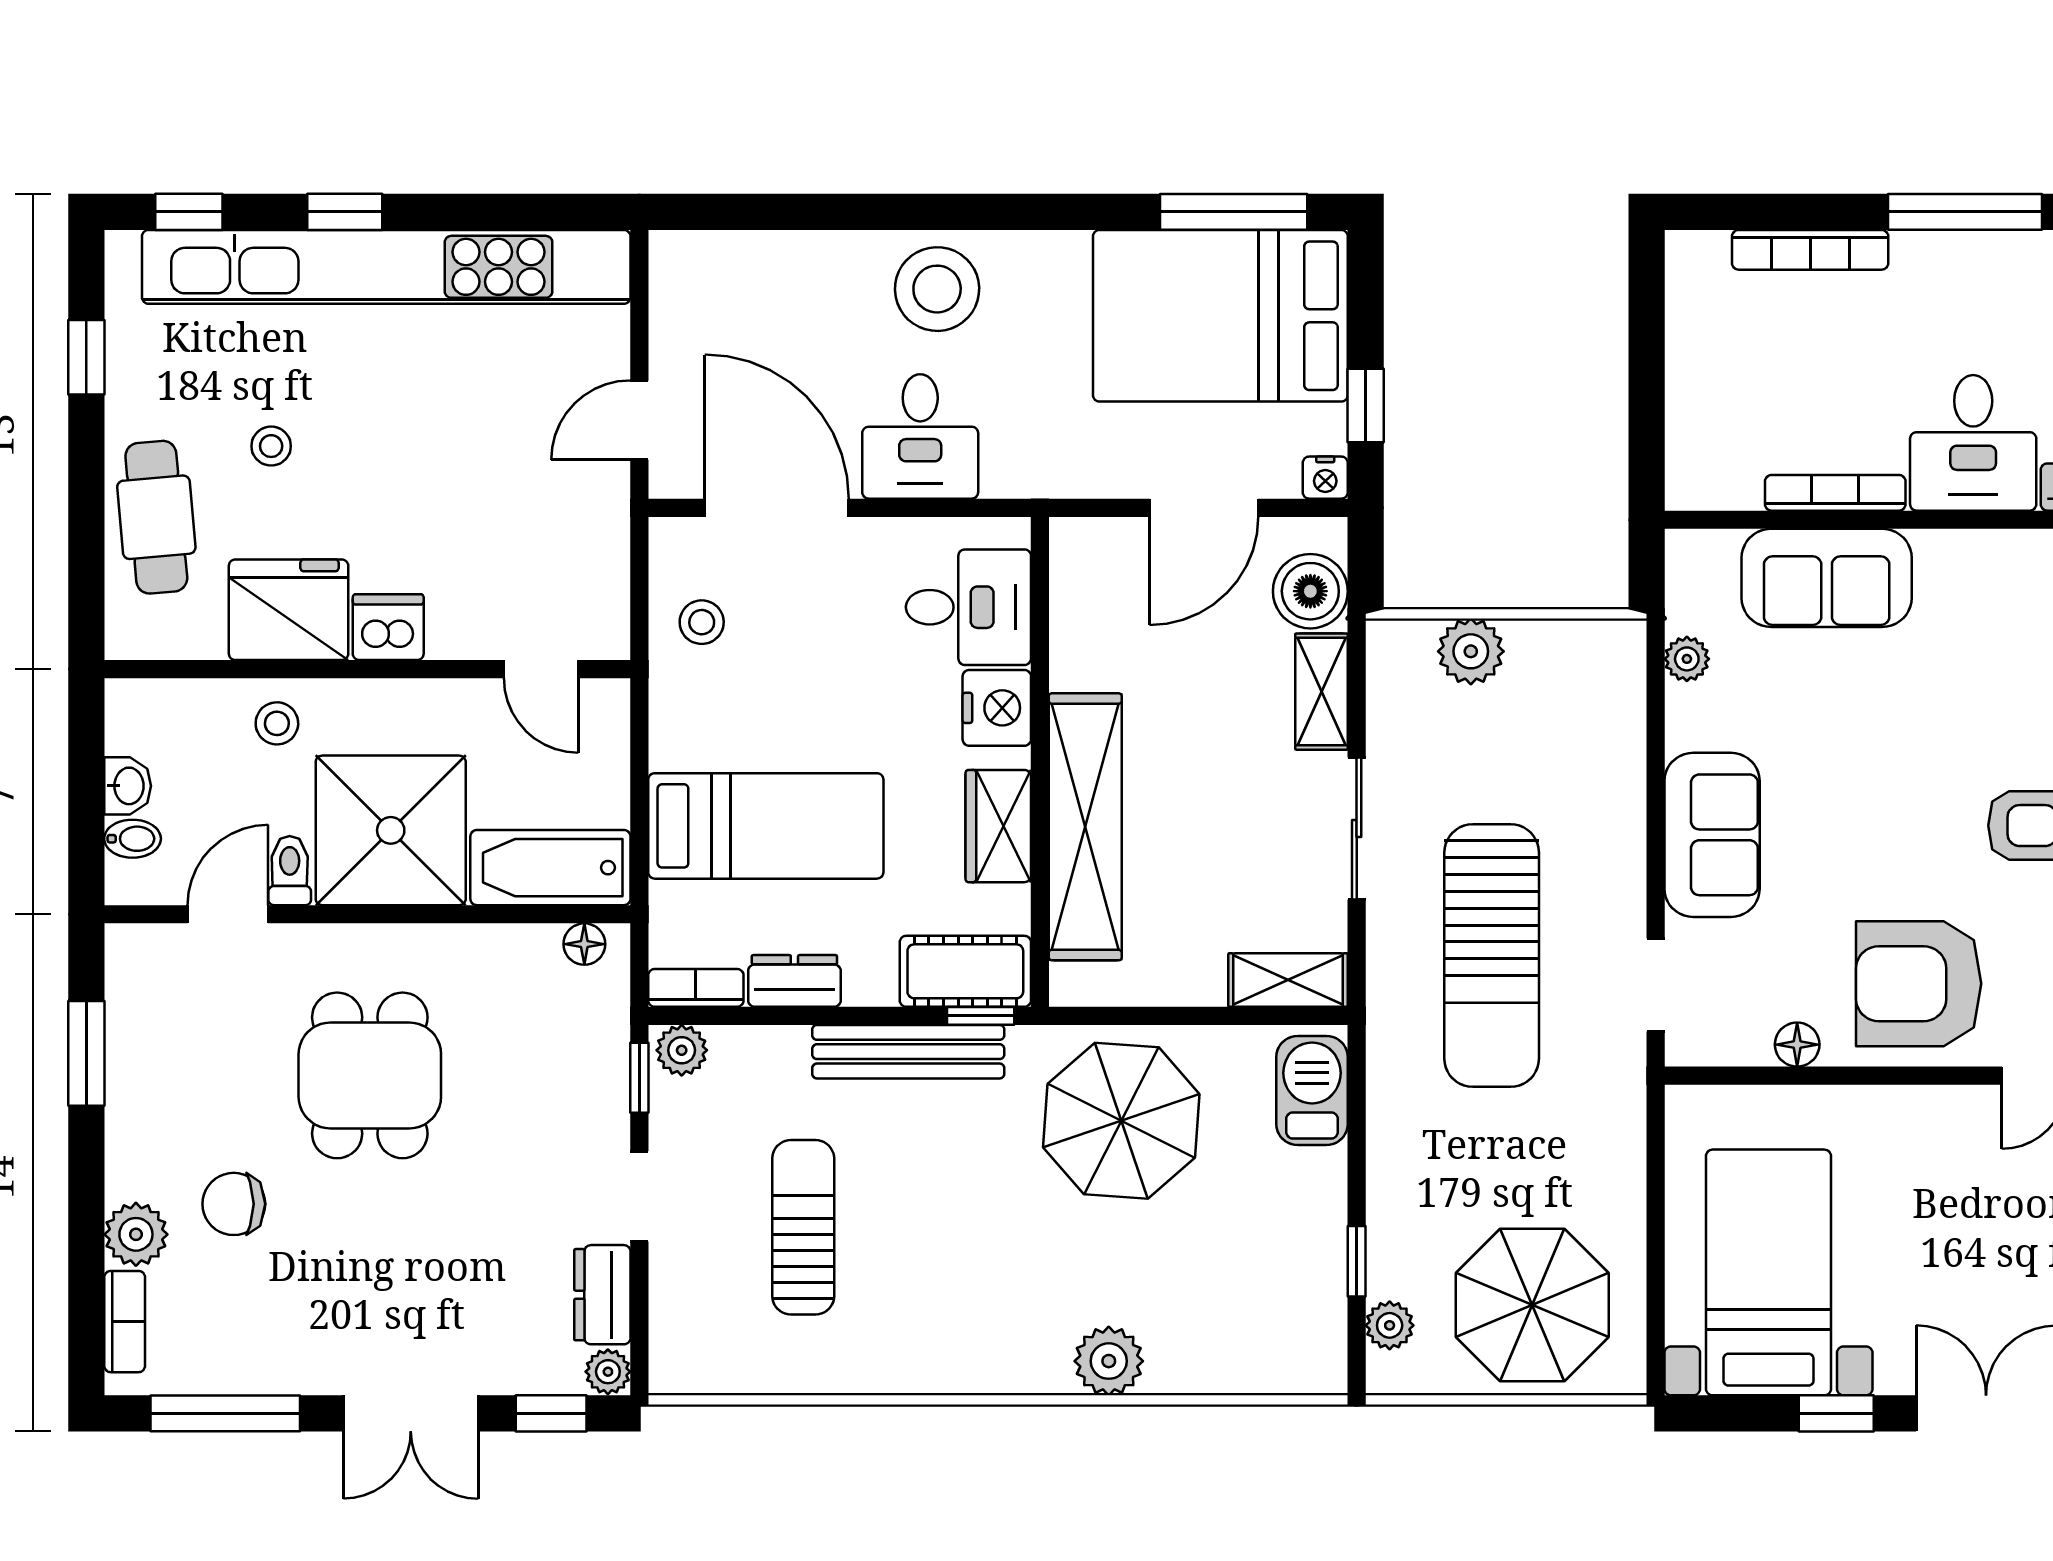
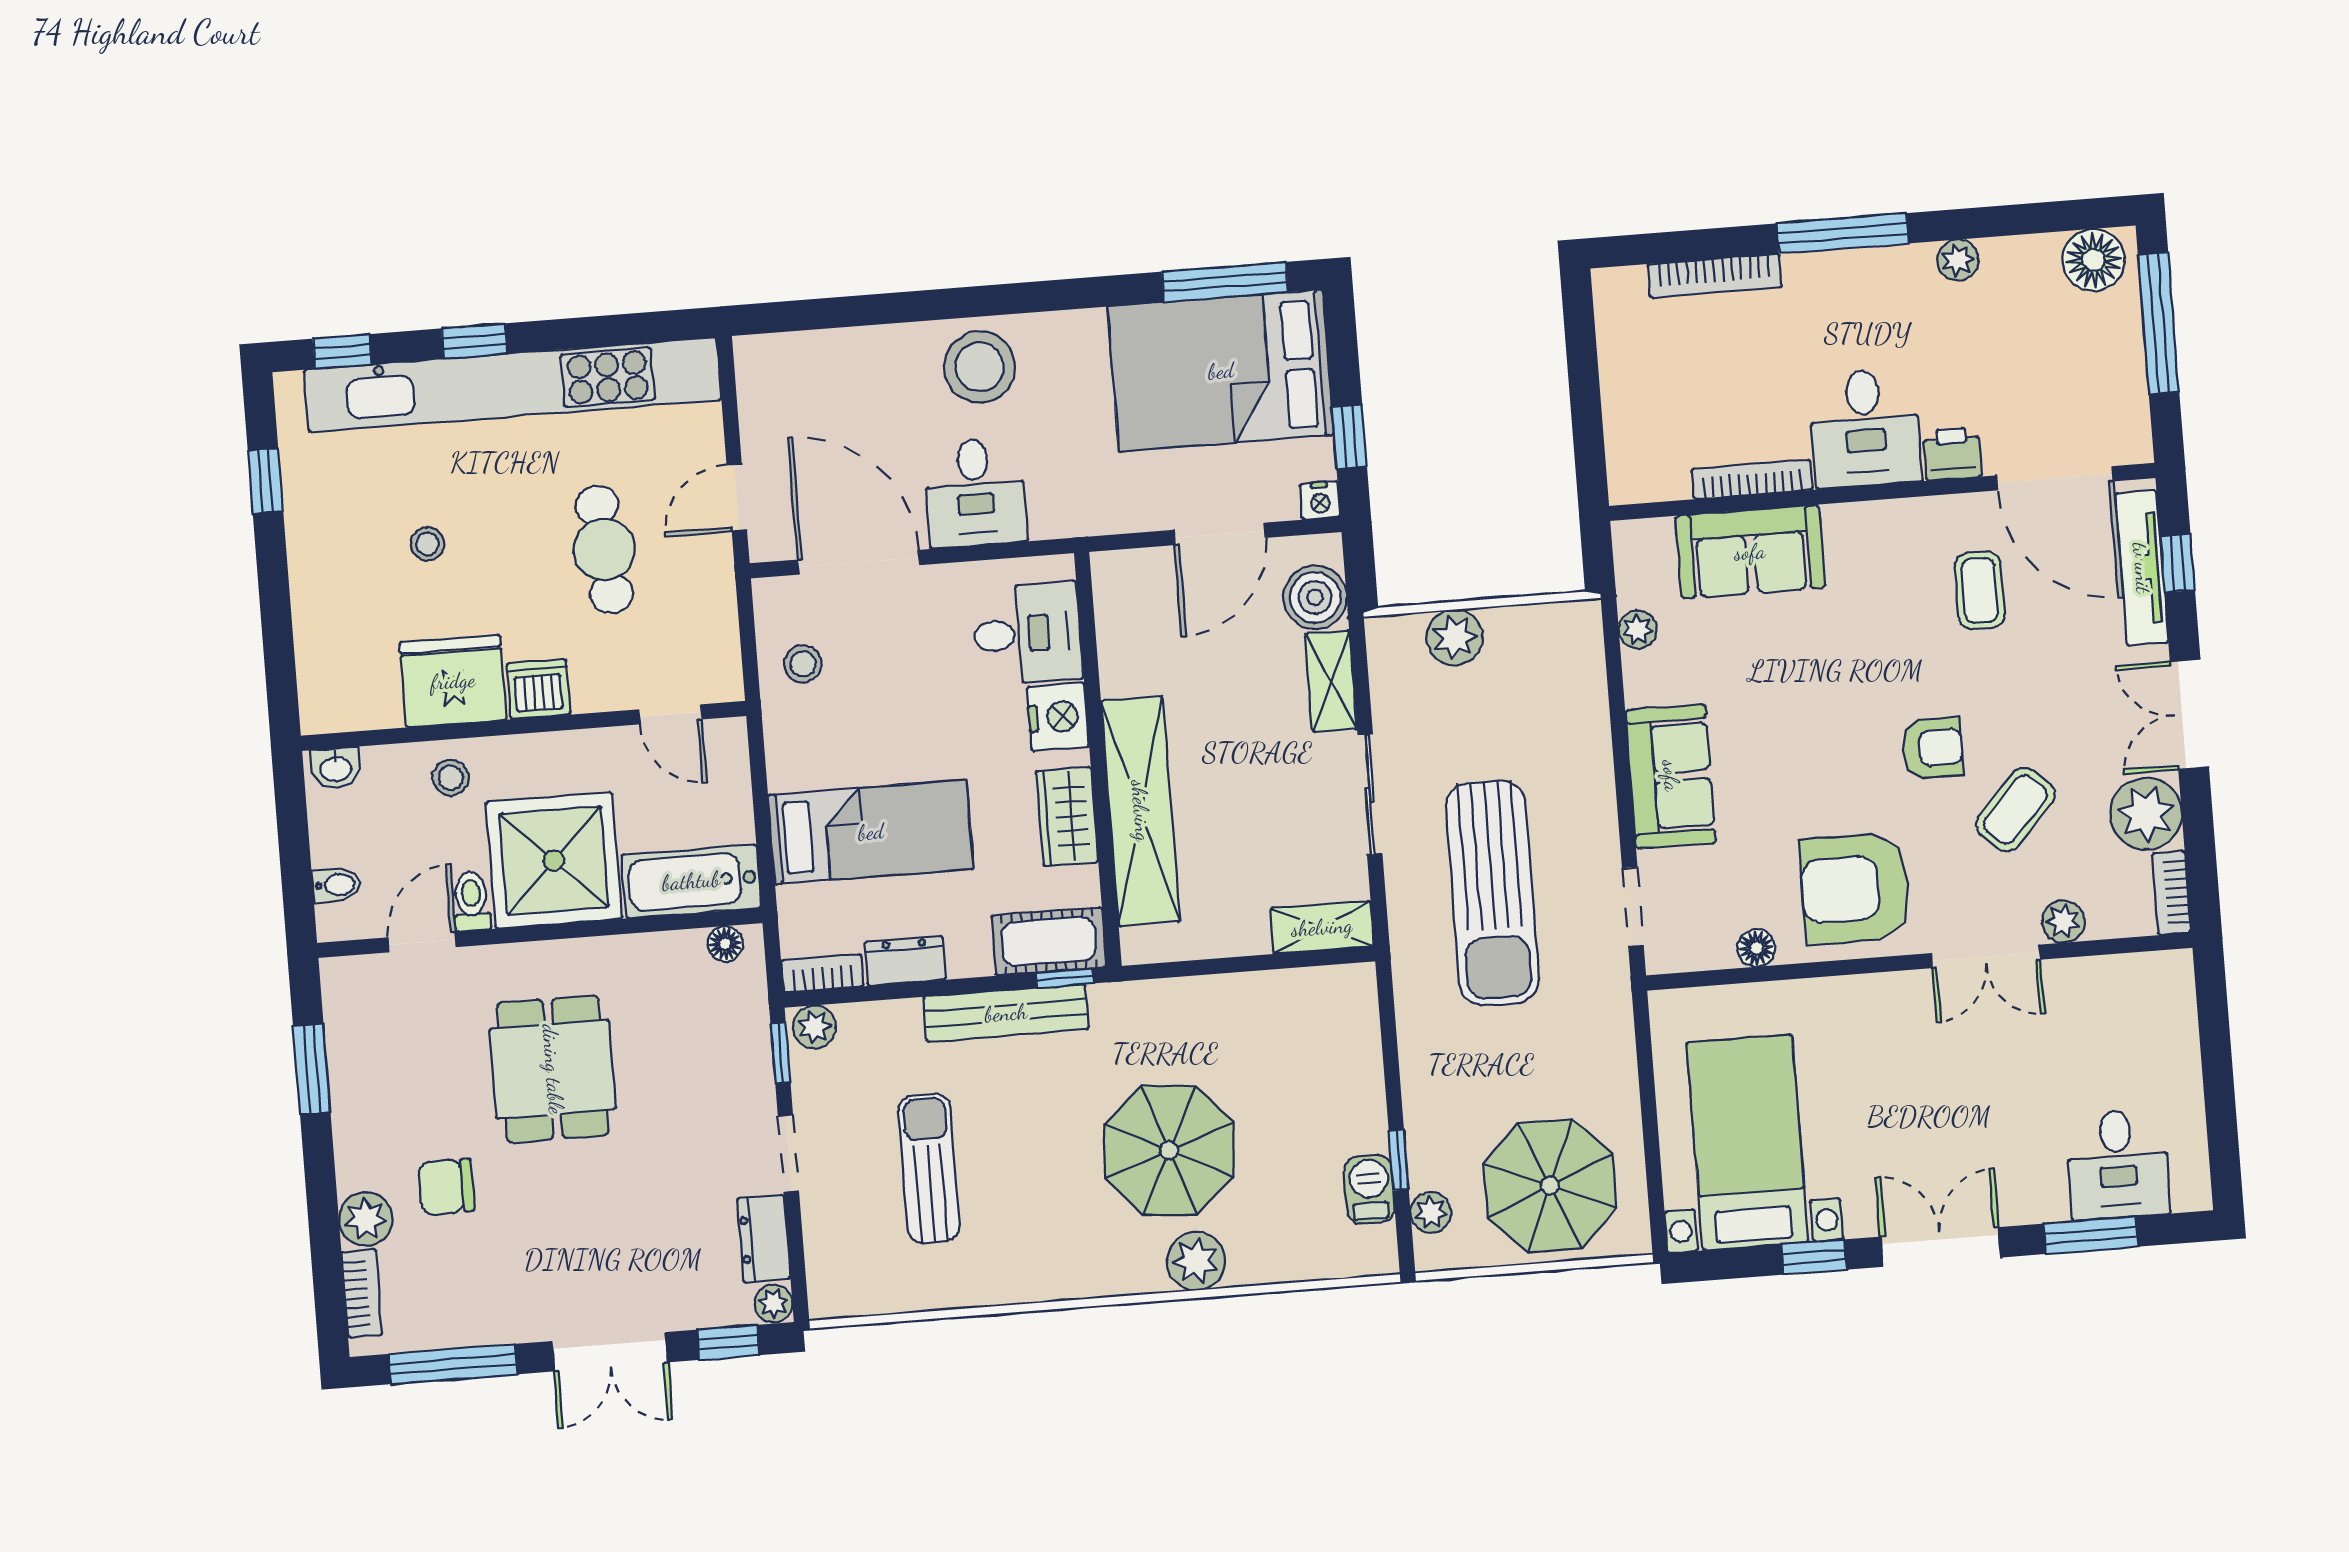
cafe table: (156, 517) -> (604, 549), moved
washbasin: (128, 786) -> (336, 768), moved, turned 90
barbecue: (1312, 1090) -> (1369, 1189), moved, width x0.73, depth x0.79
parasol: (1121, 1121) -> (1169, 1150), moved

